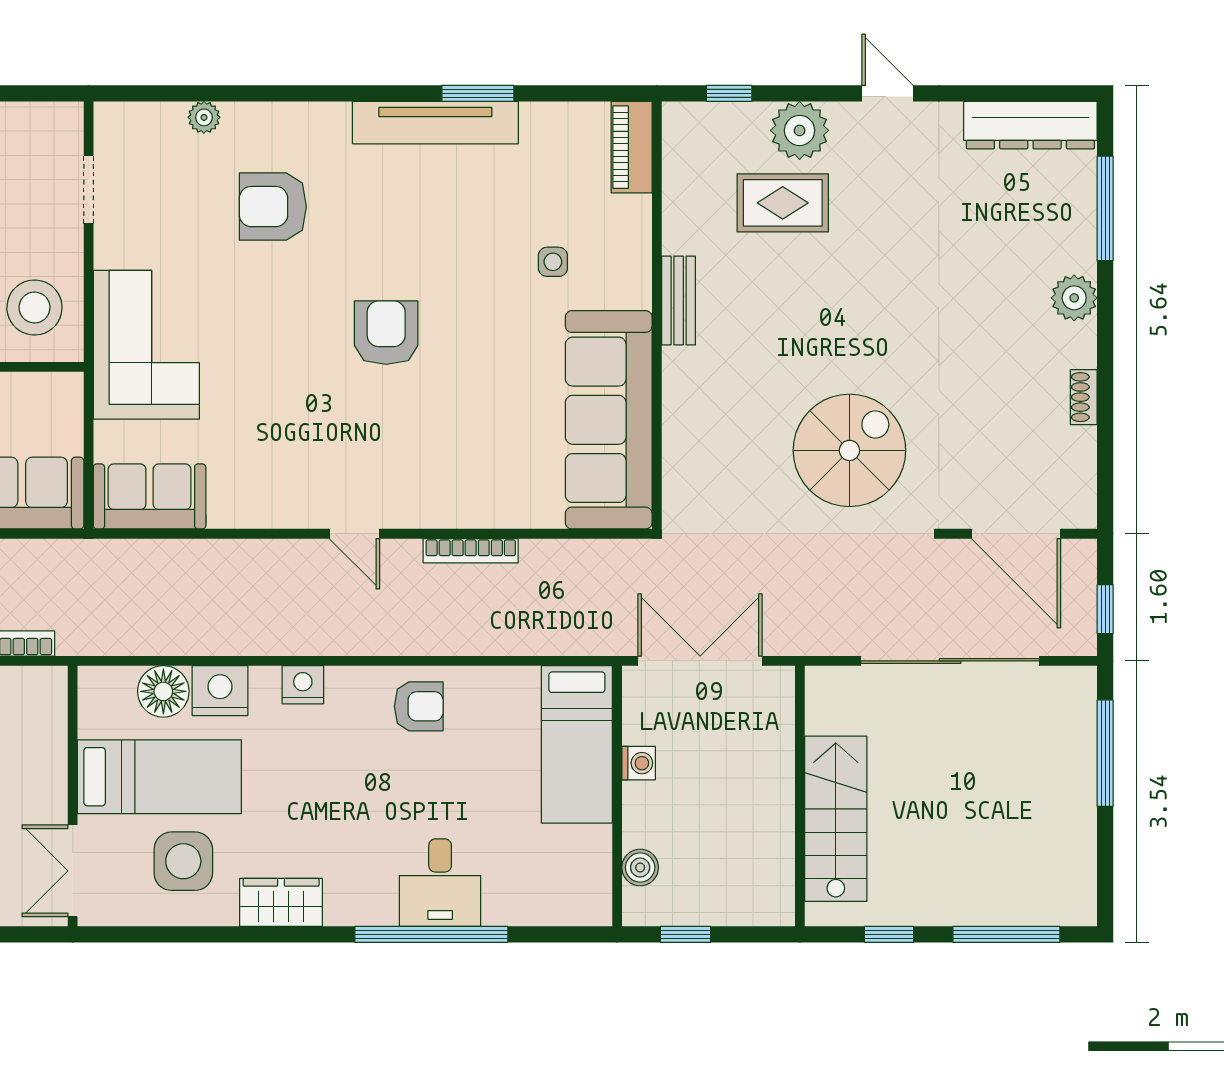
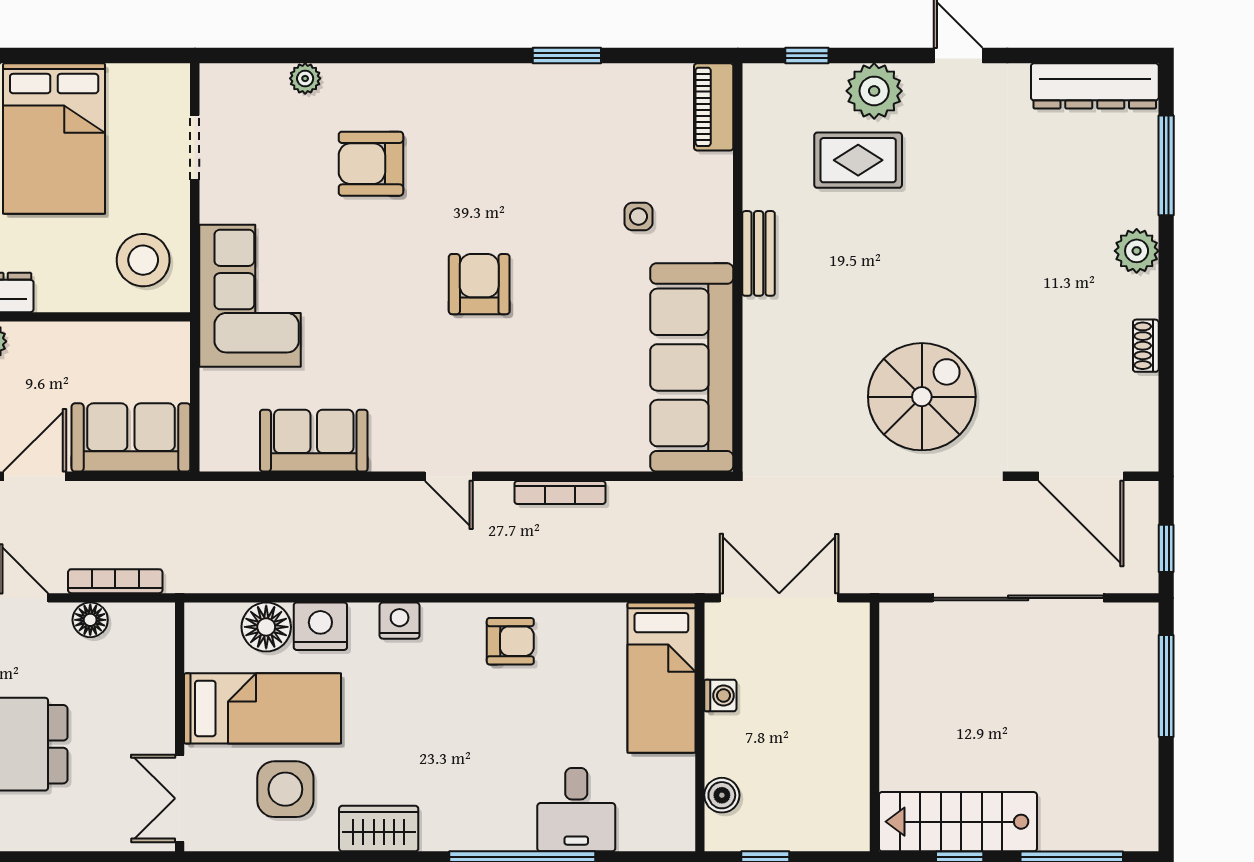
tv unit: (435, 123) -> (526, 83), removed
sofa: (150, 496) -> (314, 441), moved
stairs: (836, 819) -> (958, 822), moved, turned -90
desk: (440, 883) -> (576, 810), moved

